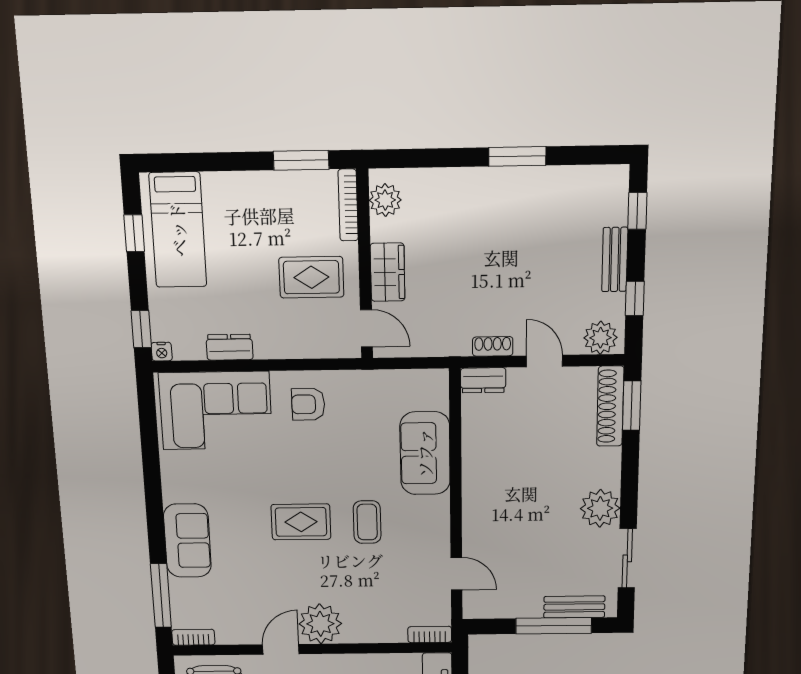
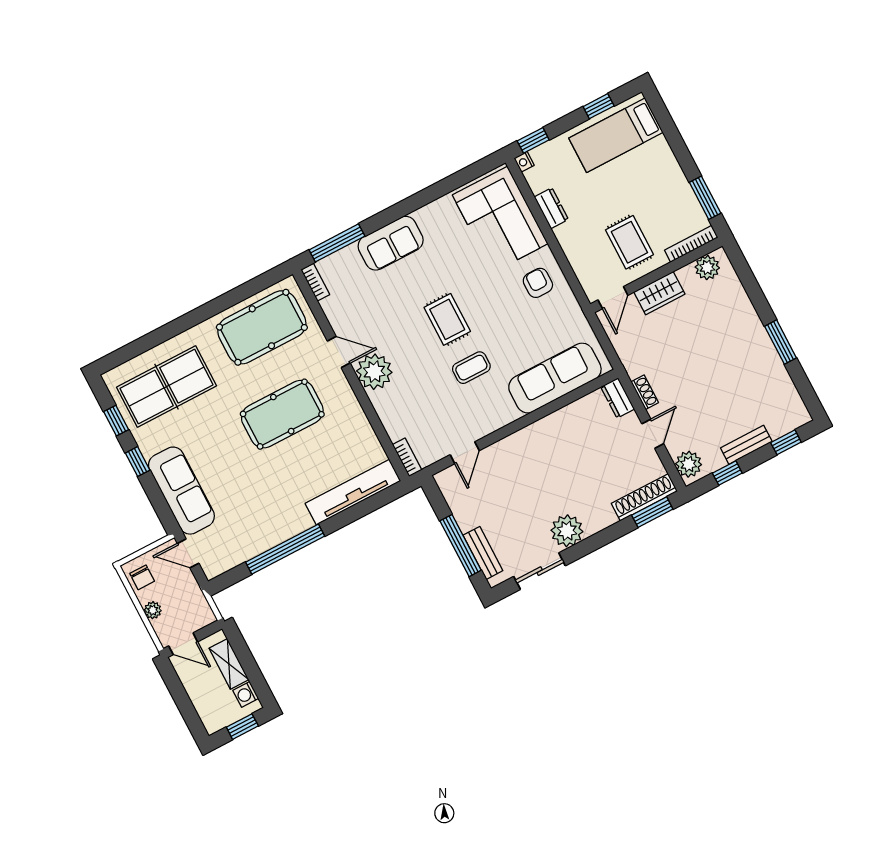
sofa: (425, 453) -> (555, 378), width x1.36

